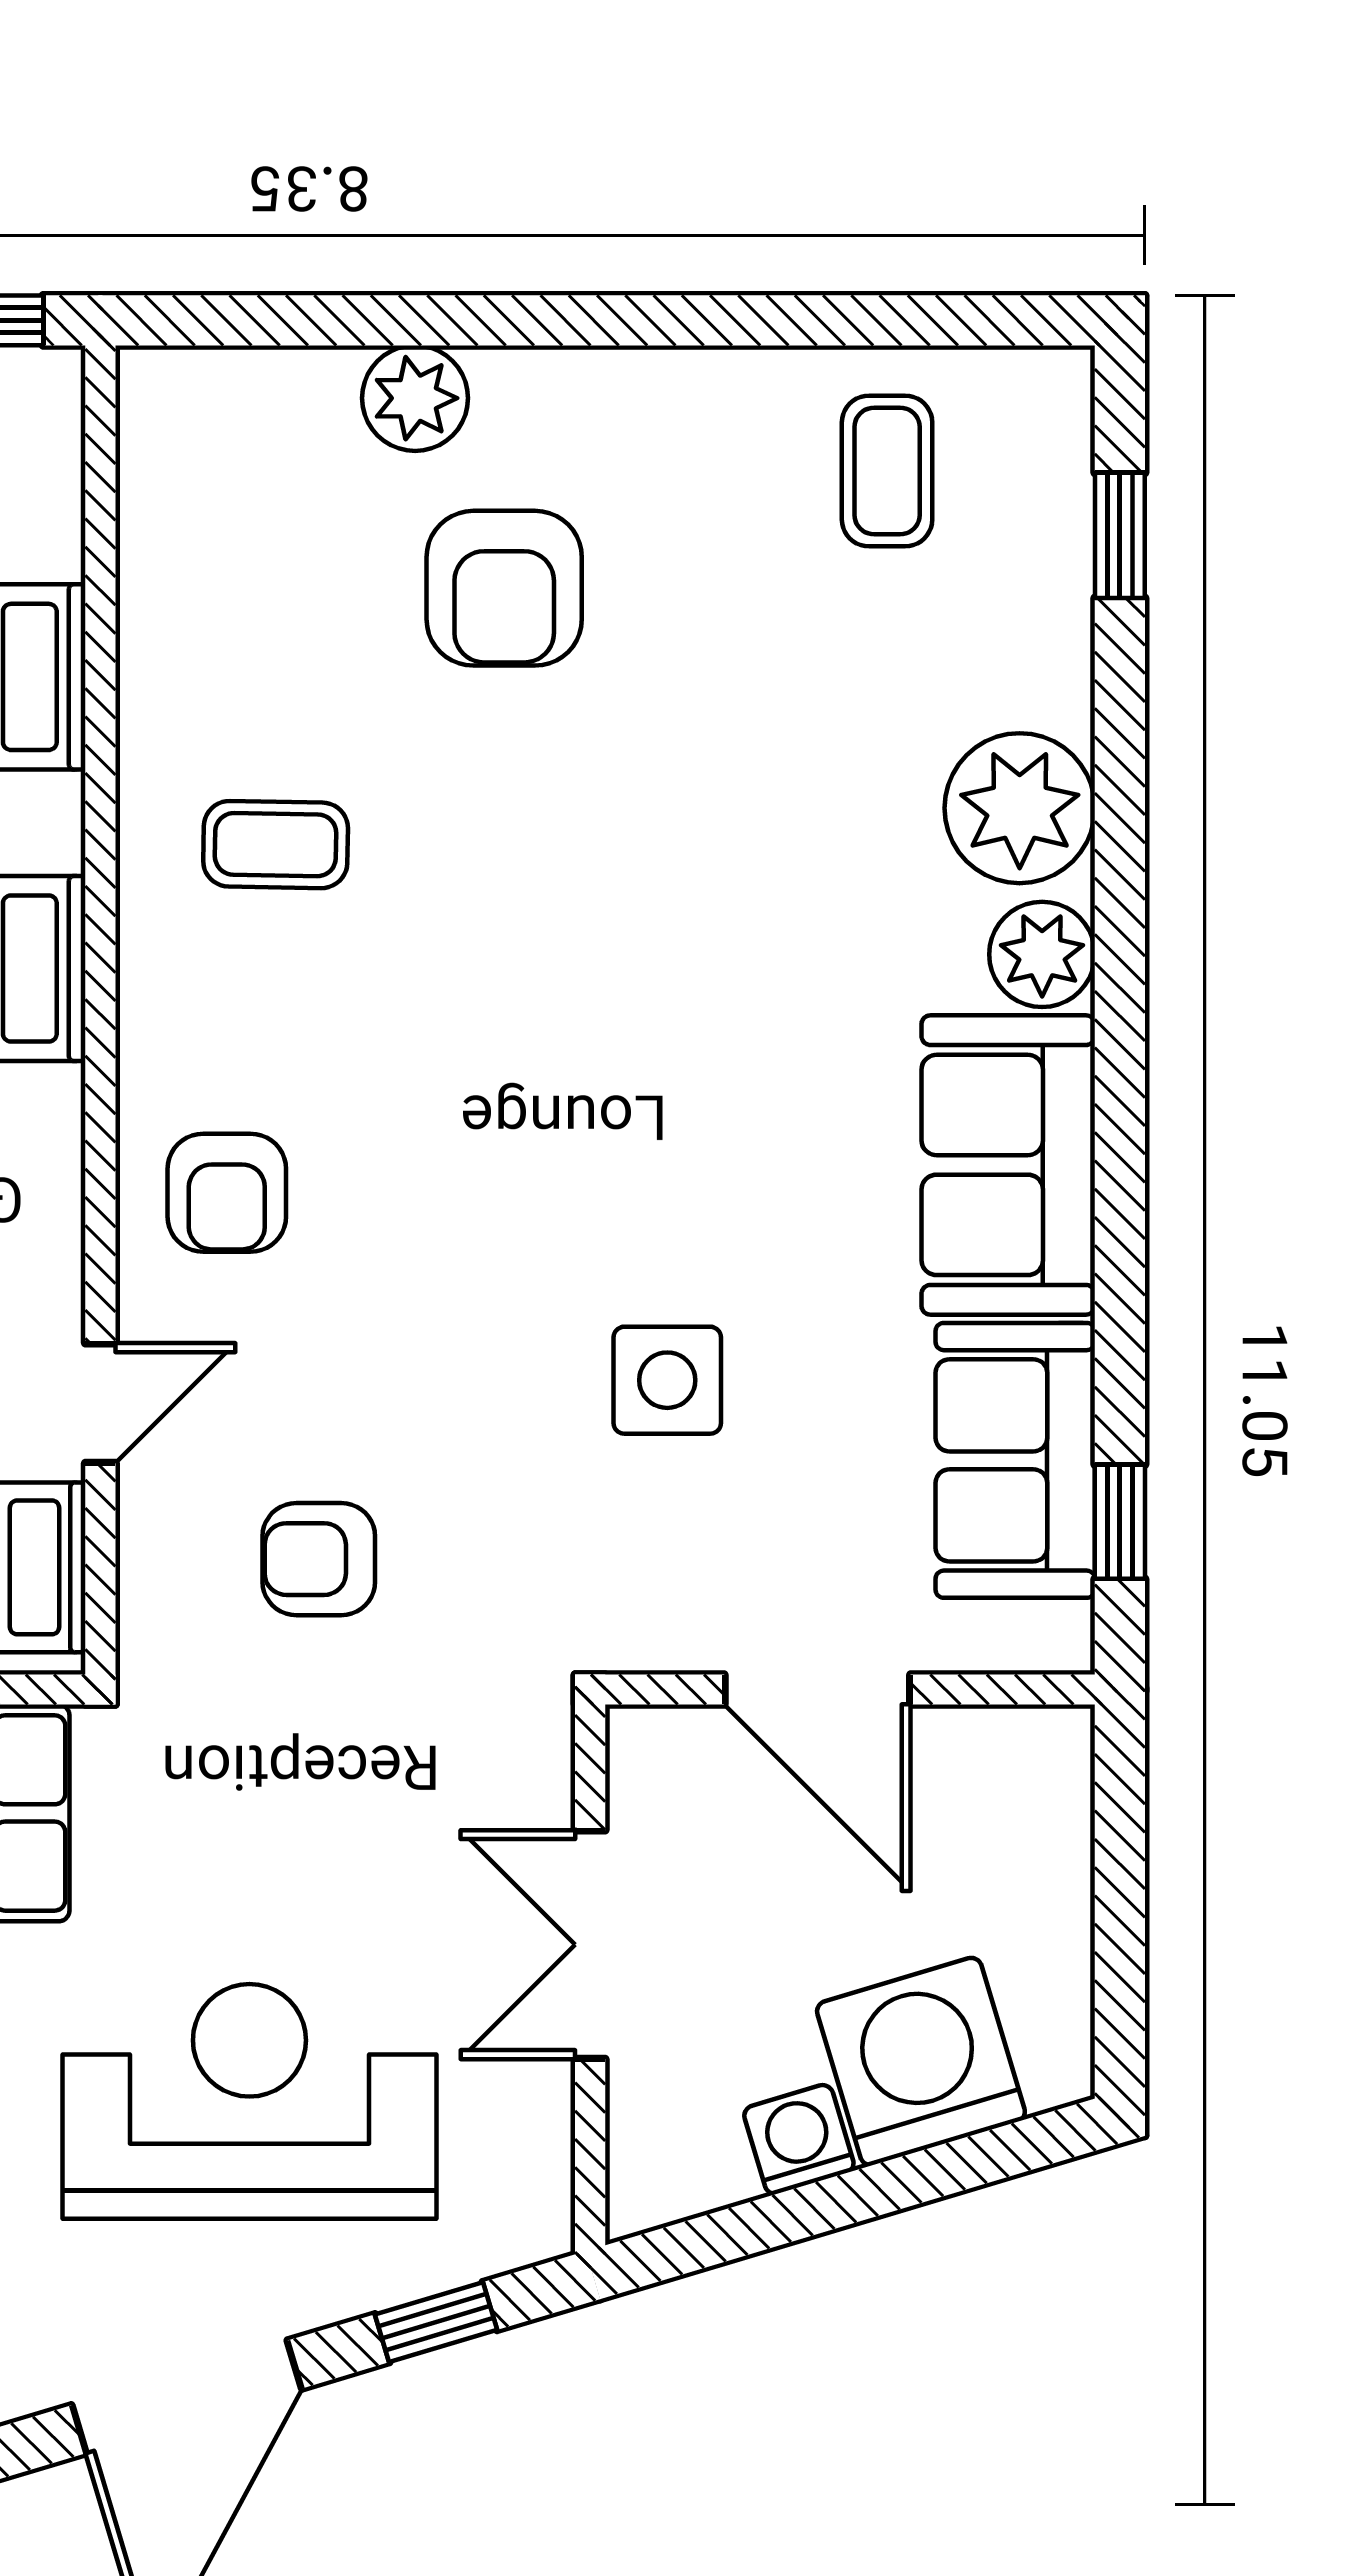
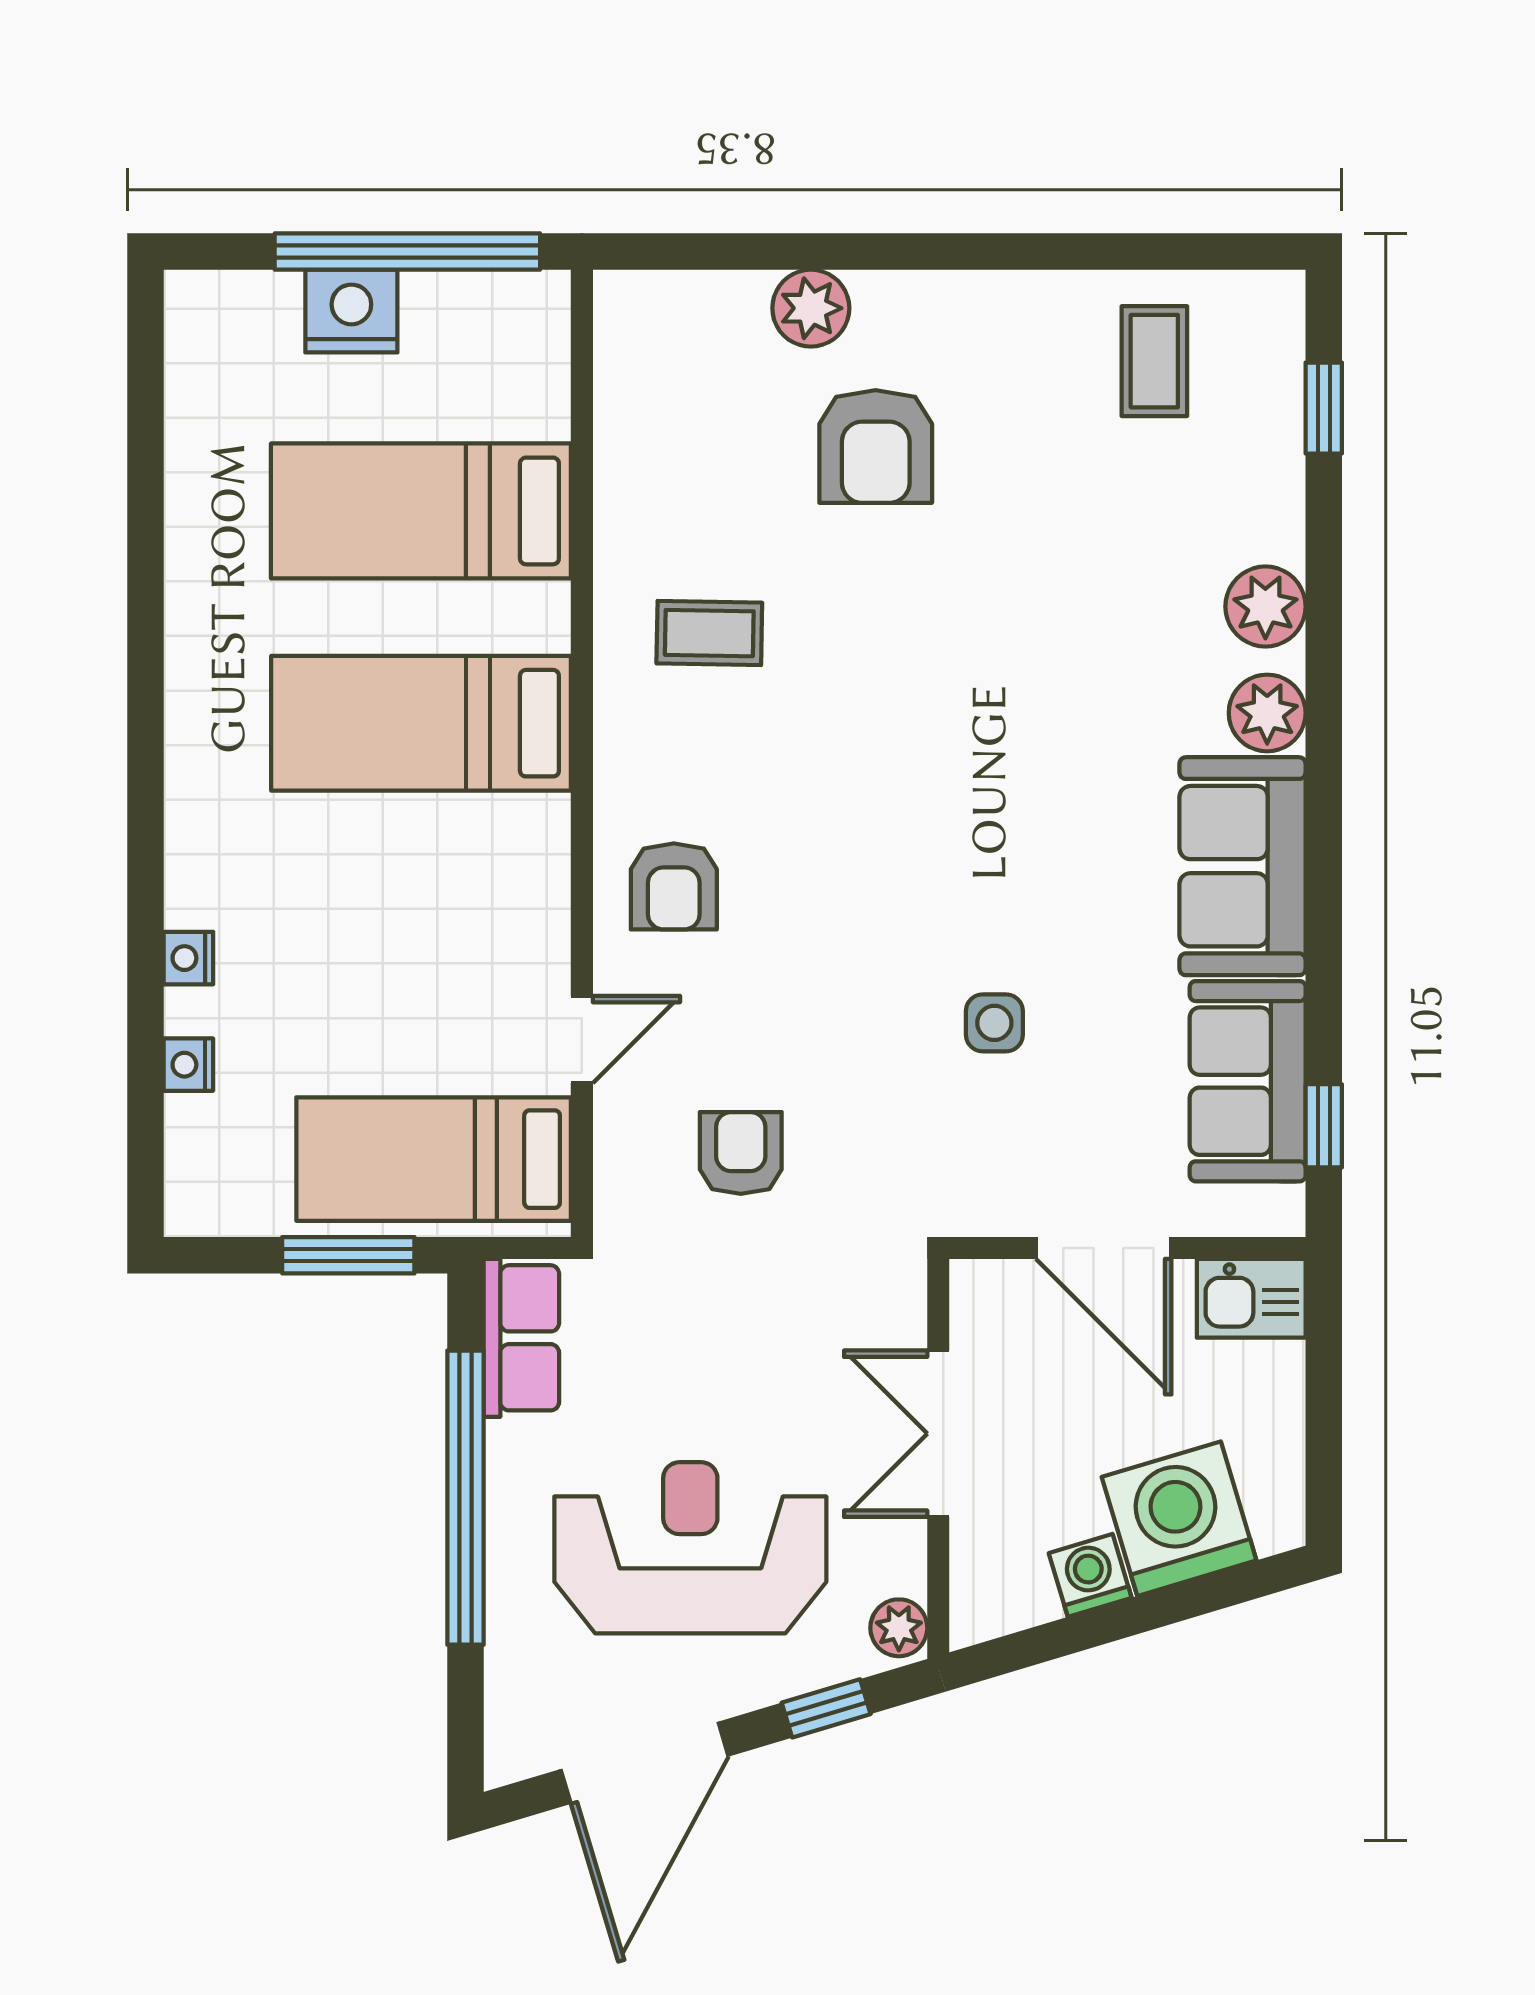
plant: (1020, 808) -> (1265, 607), width x0.73, depth x0.73
side table: (667, 1380) -> (994, 1023), width x0.73, depth x0.73
armchair: (319, 1559) -> (741, 1153), turned 90
kitchen sink: (1020, 1759) -> (1251, 1298), added
plant: (536, 2211) -> (899, 1628), added

